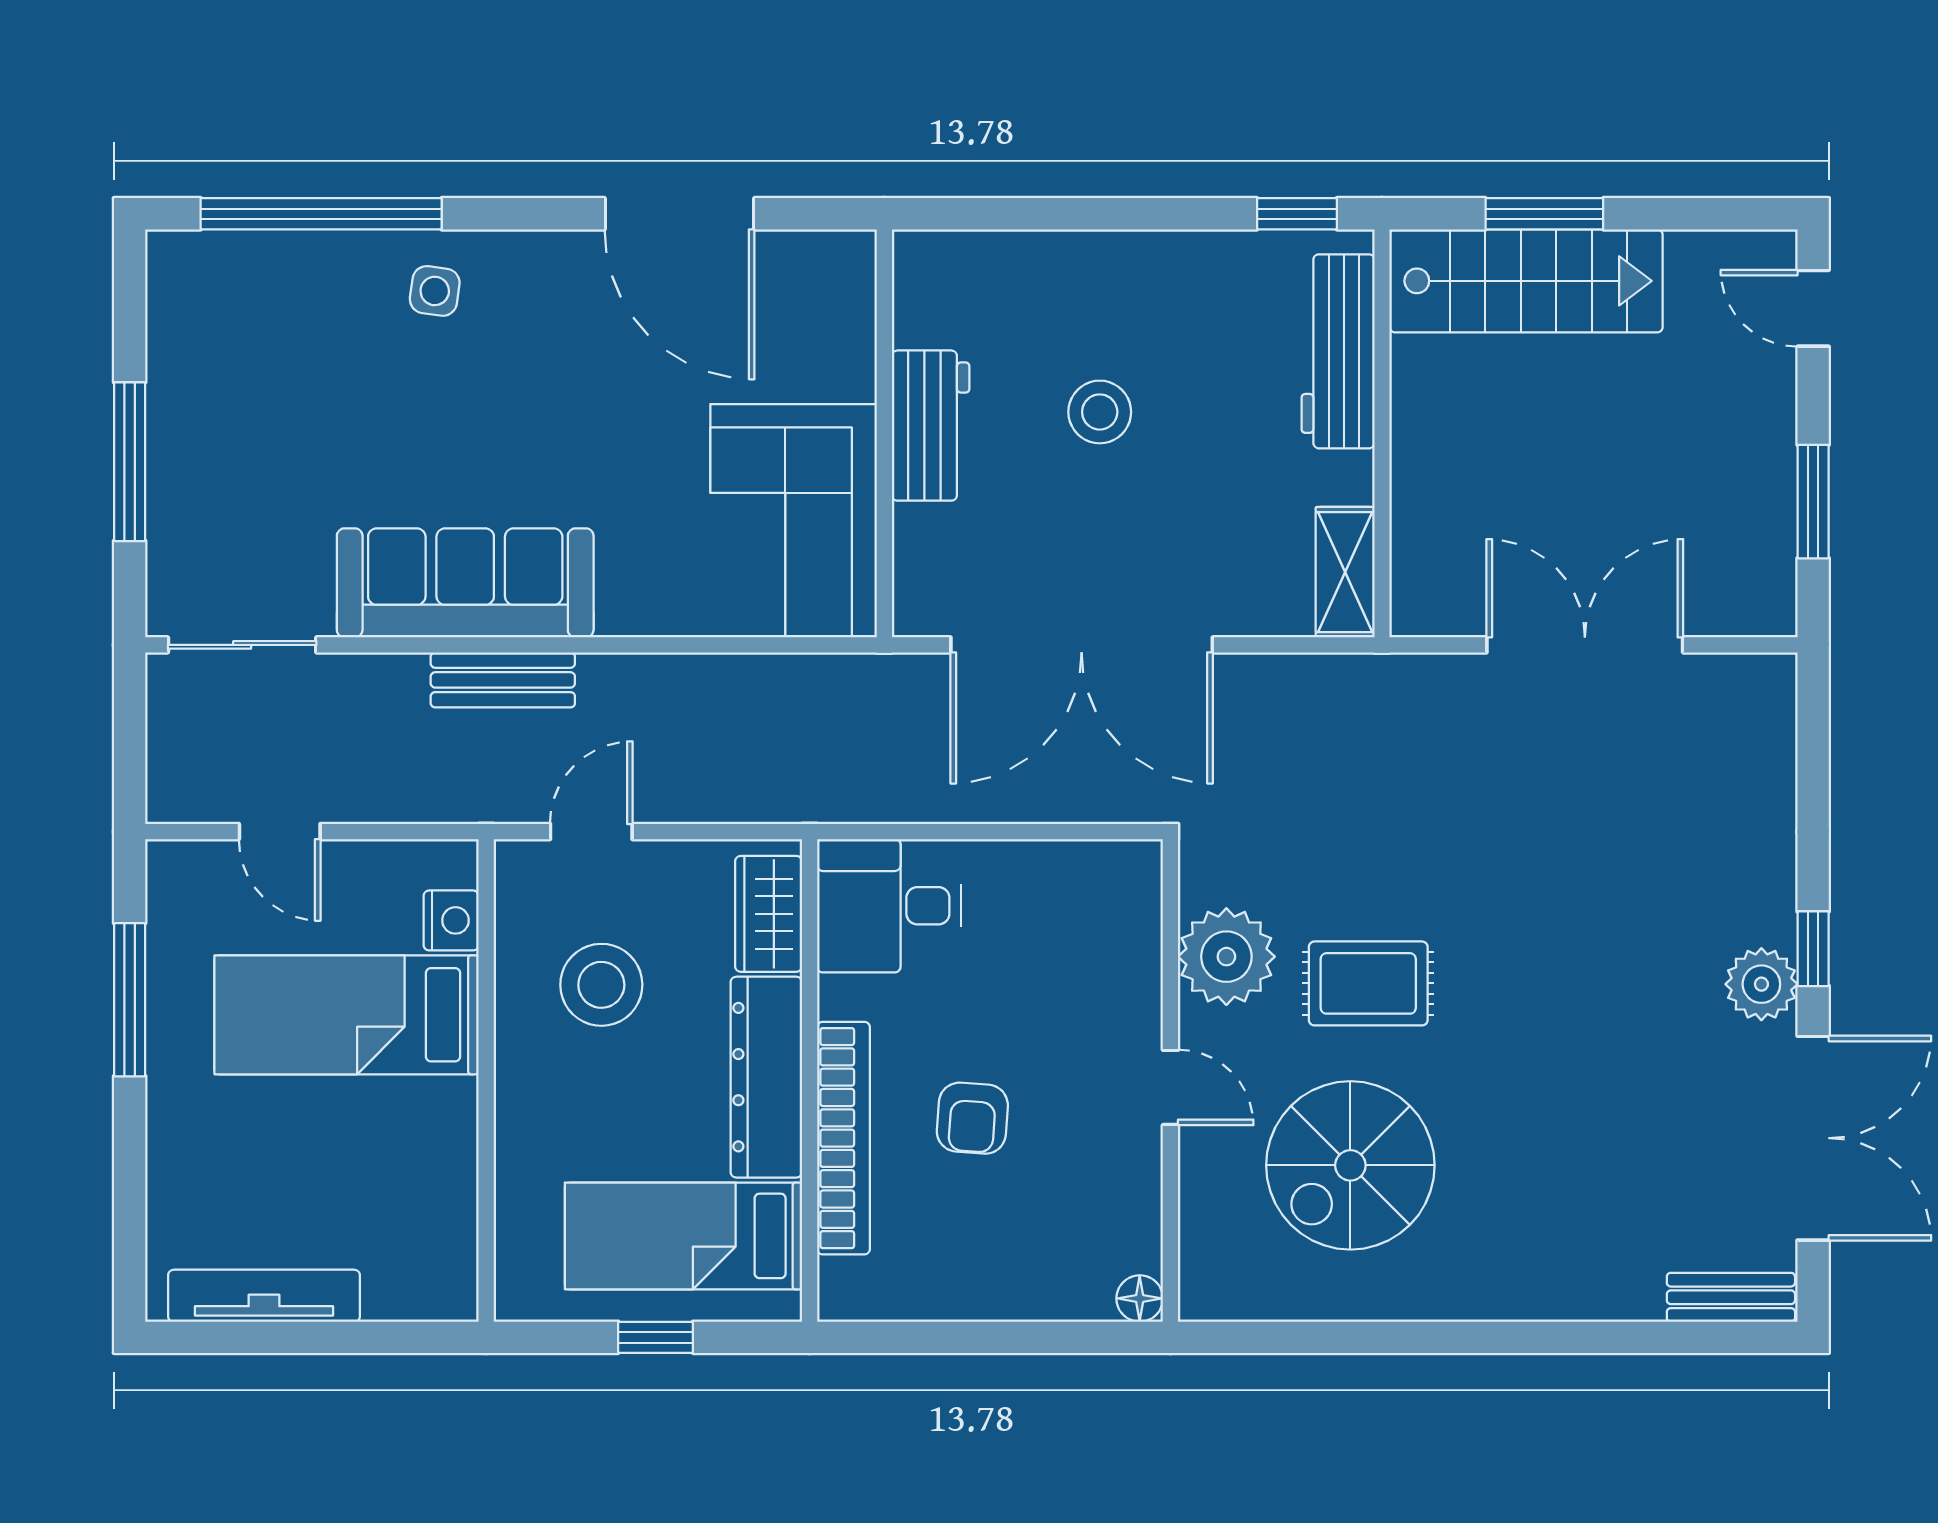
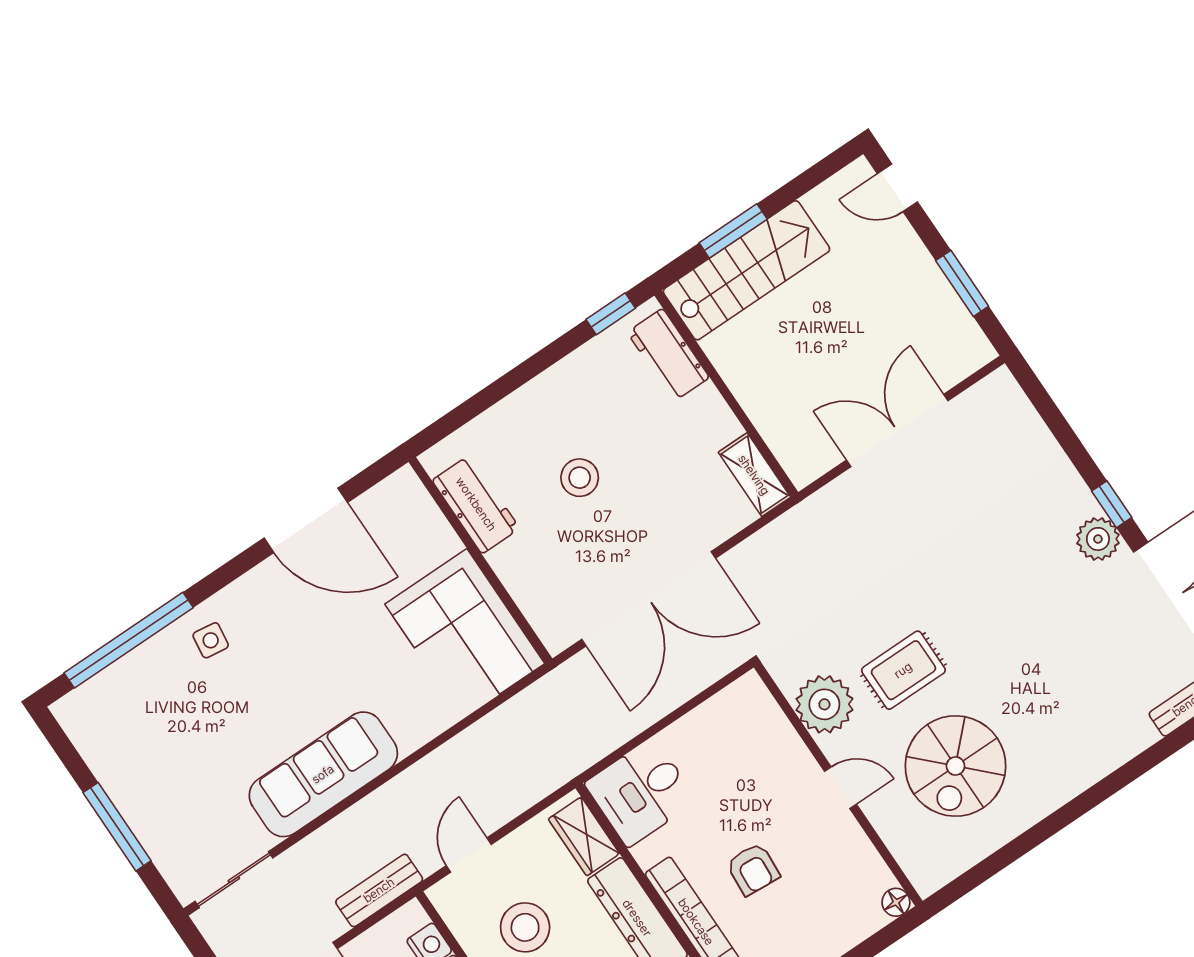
workbench: (1338, 351) -> (668, 355), width x0.73
workbench: (931, 426) -> (476, 504), moved
bench: (503, 680) -> (379, 890), moved

